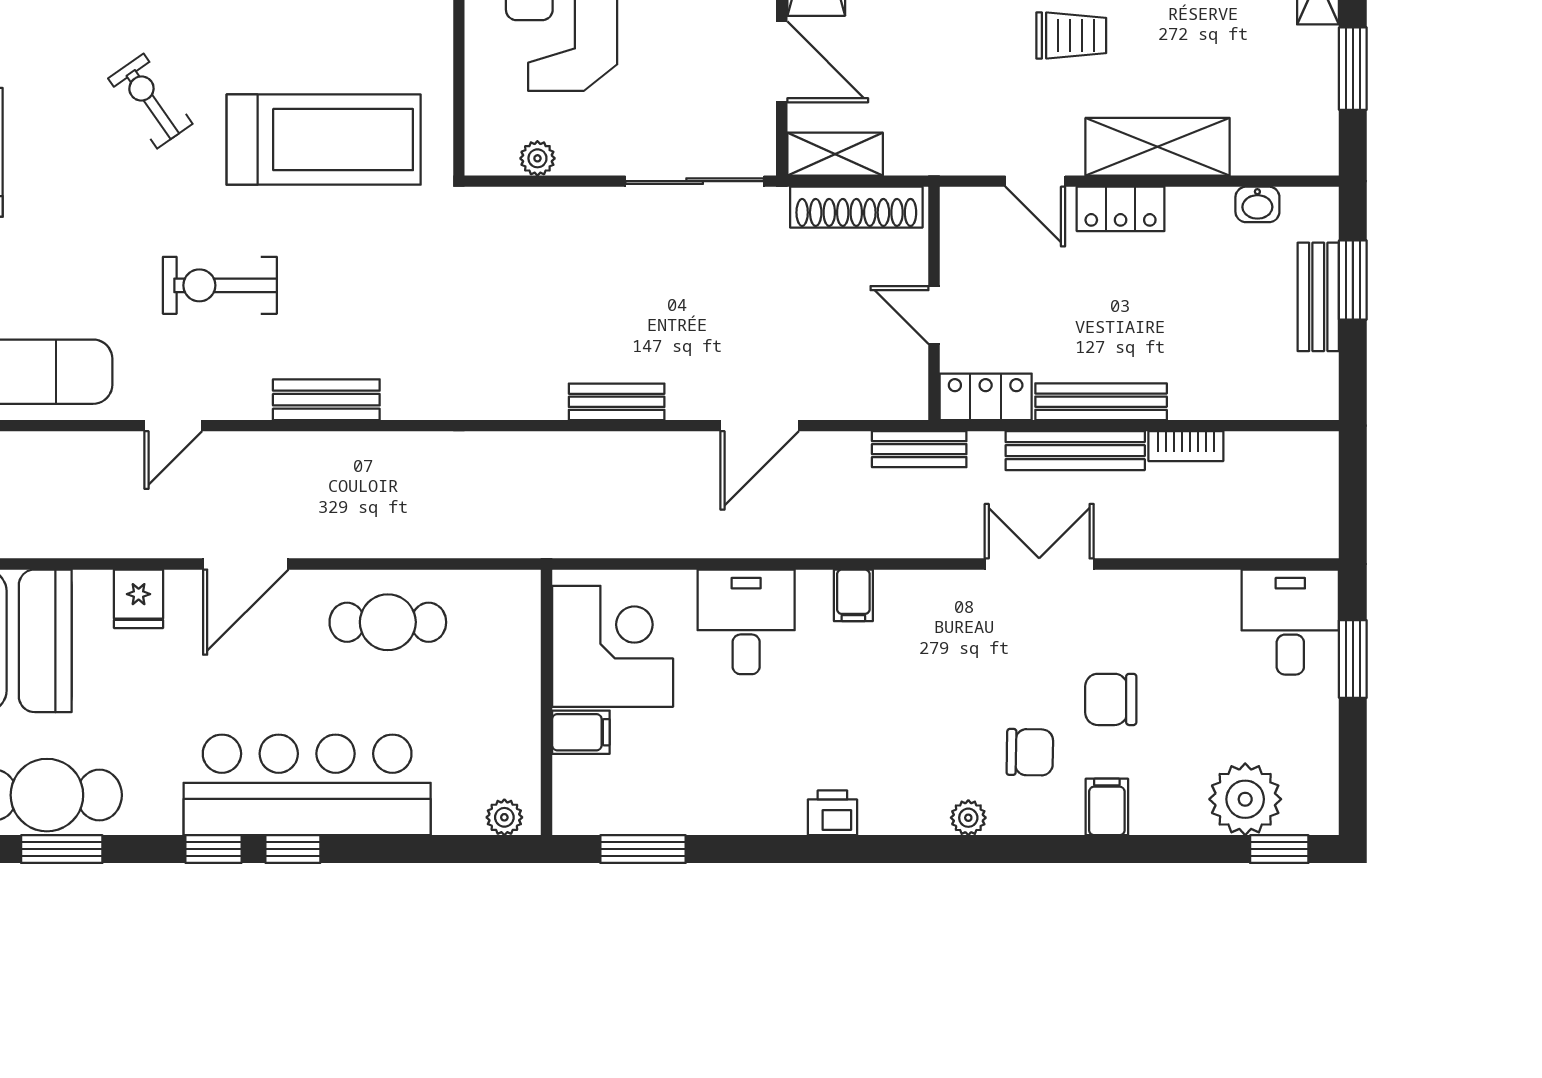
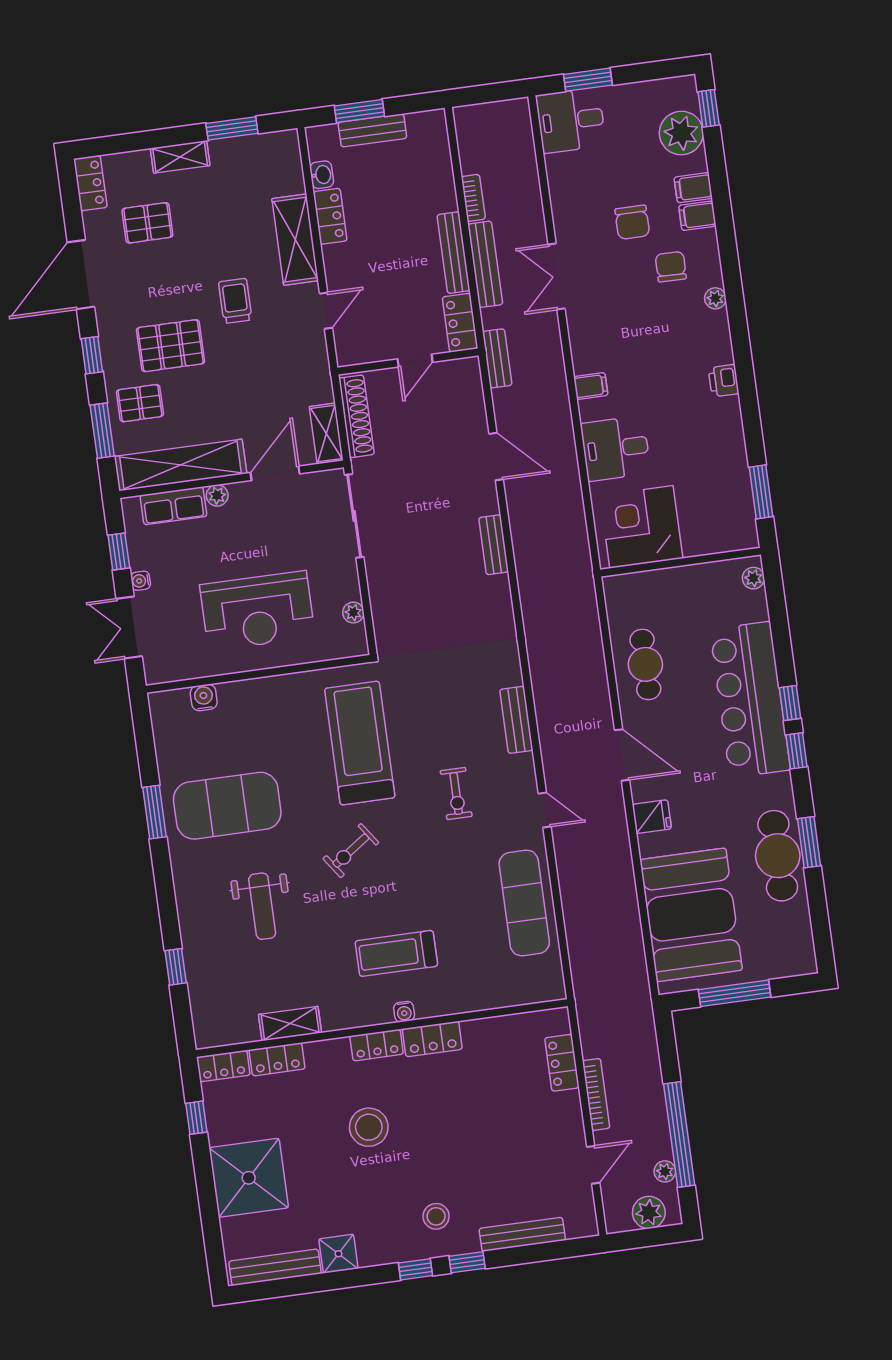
locker: (1121, 209) -> (330, 216), moved
exercise bike: (220, 285) -> (456, 794), width x0.73, depth x0.72
filing cabinet: (581, 732) -> (693, 188), moved, turned -90

